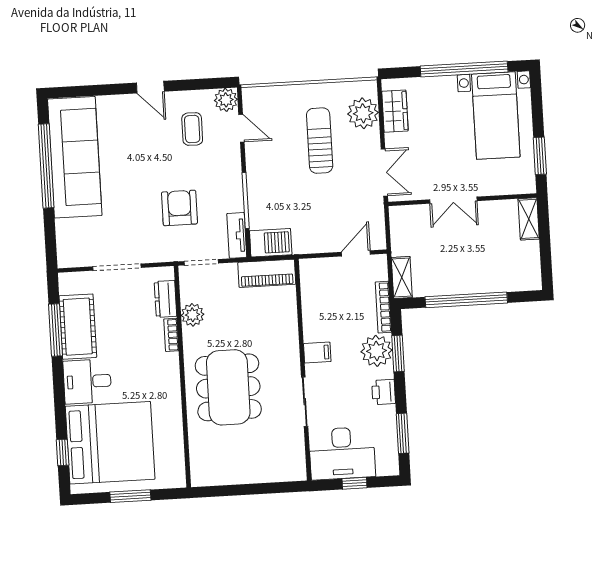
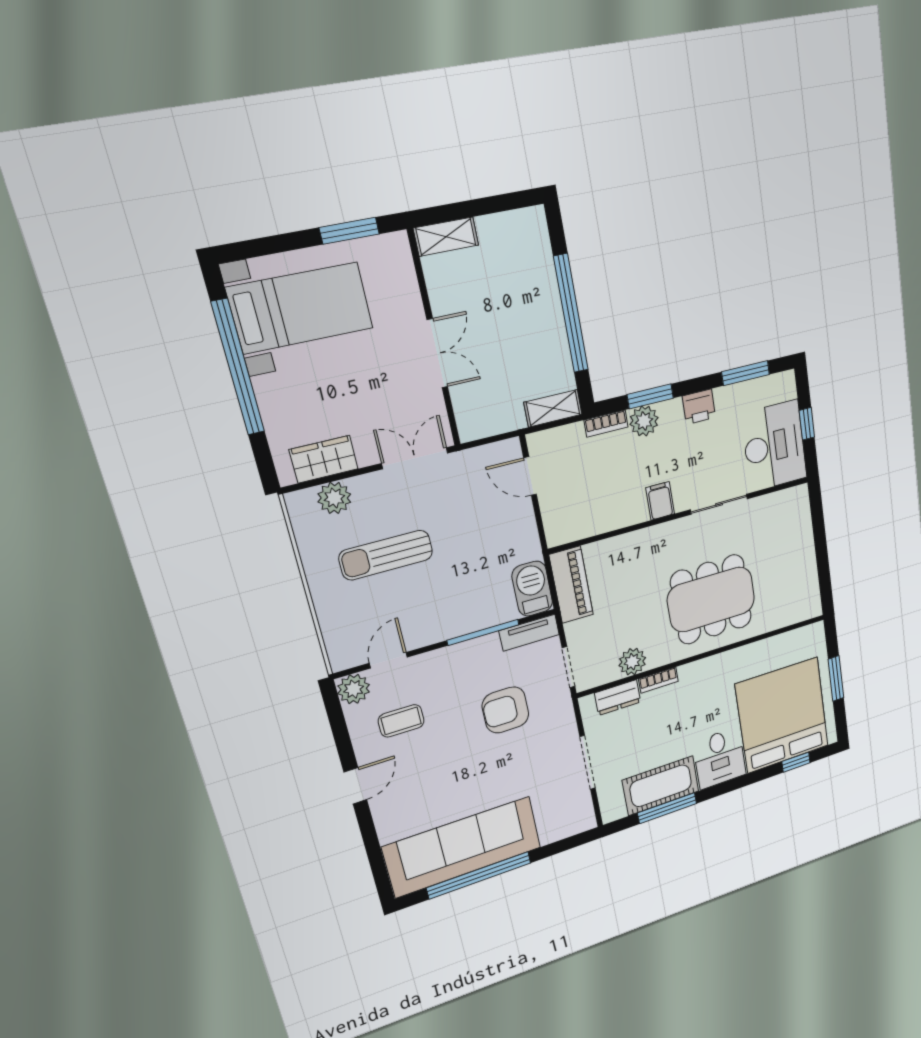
plant: (363, 113) -> (334, 498), width x0.73, depth x0.73
bookcase: (383, 307) -> (606, 424), width x0.64
plant: (377, 351) -> (644, 421), width x0.73, depth x0.73

